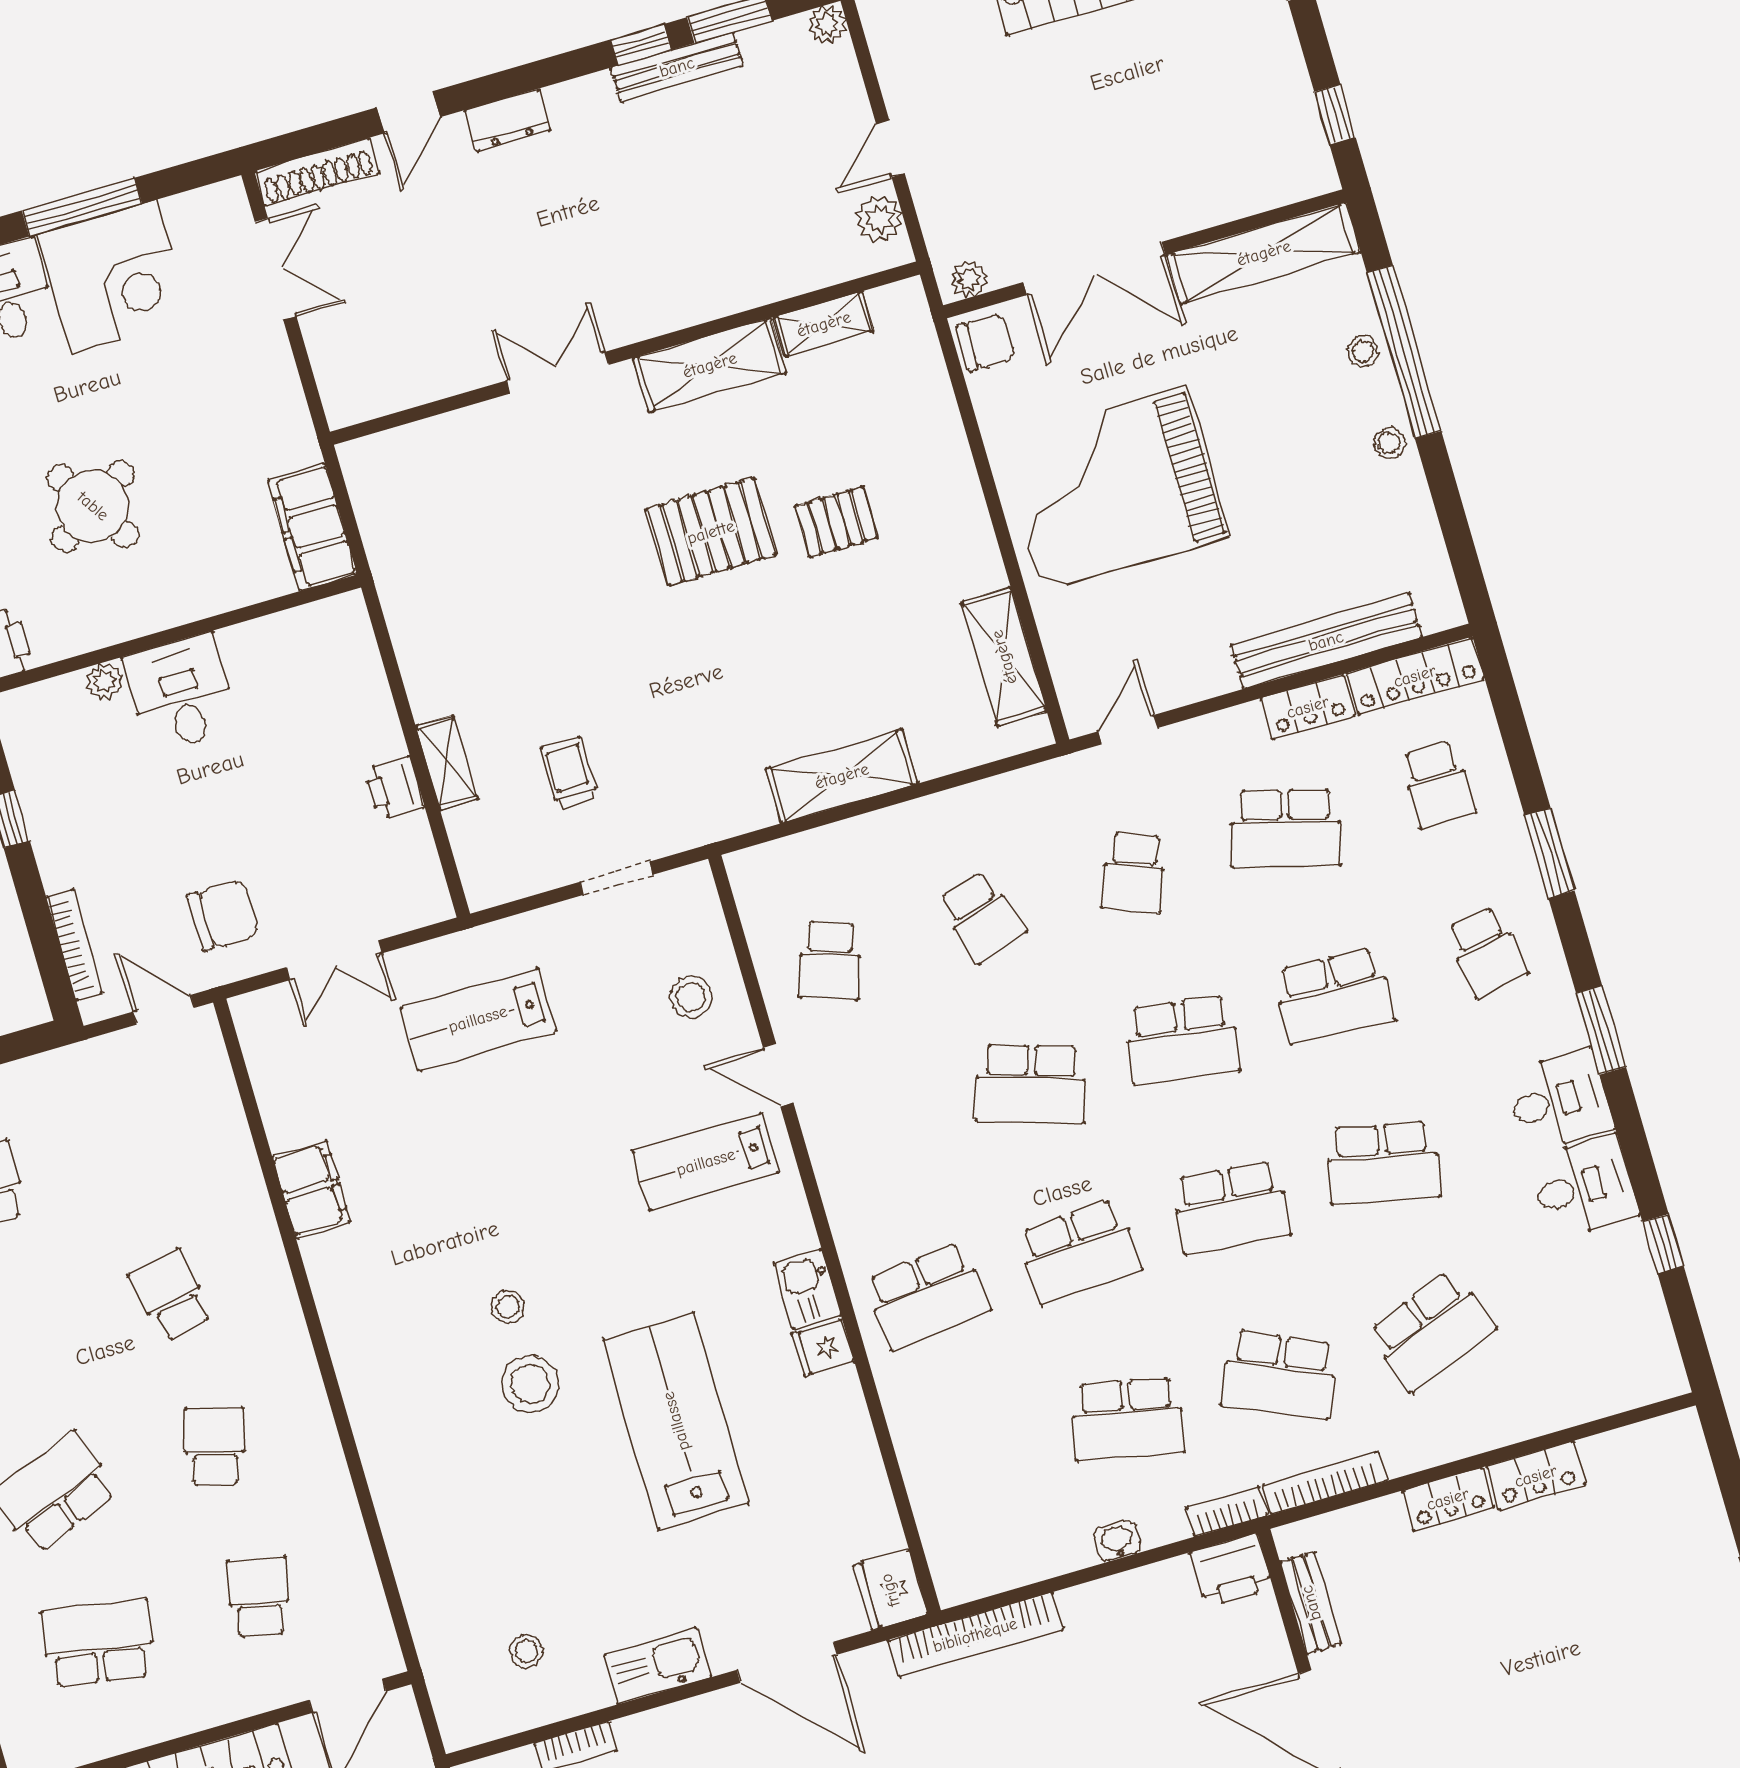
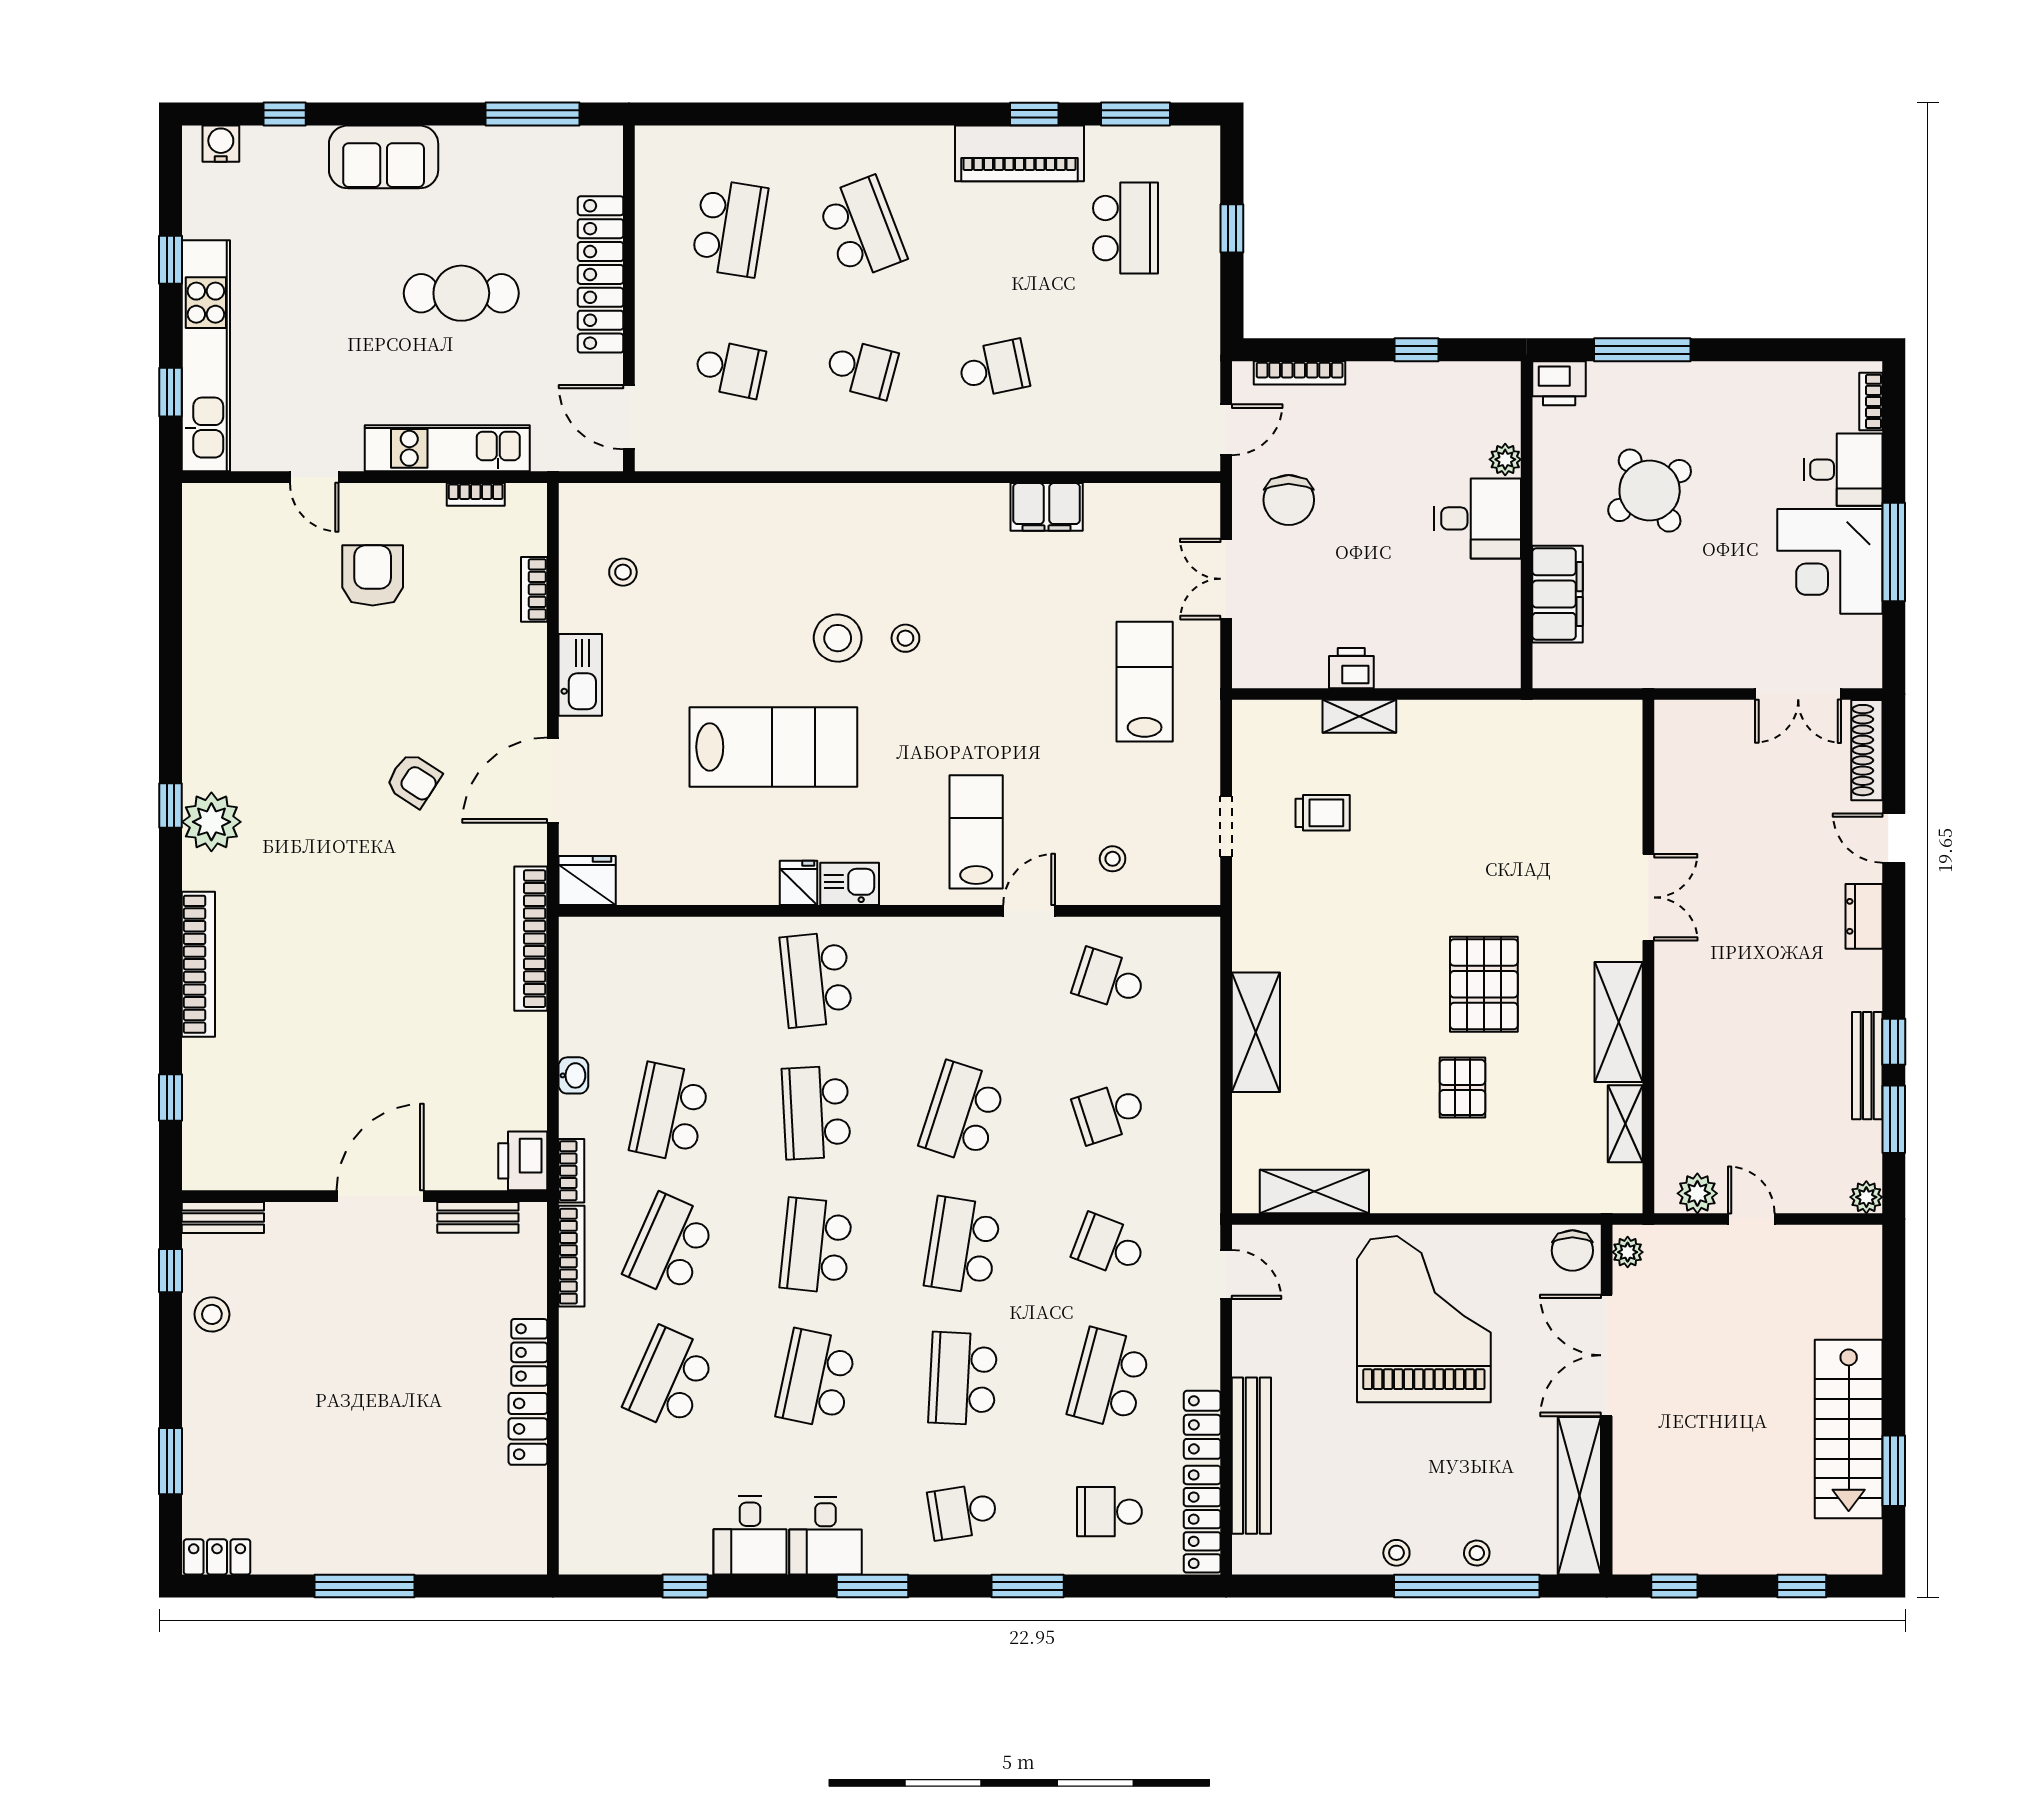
filing cabinet: (313, 527) -> (1558, 594), moved, turned 90
stool: (691, 997) -> (1113, 859), width x0.73, depth x0.73
school desk: (1431, 1330) -> (670, 1379), turned 45

